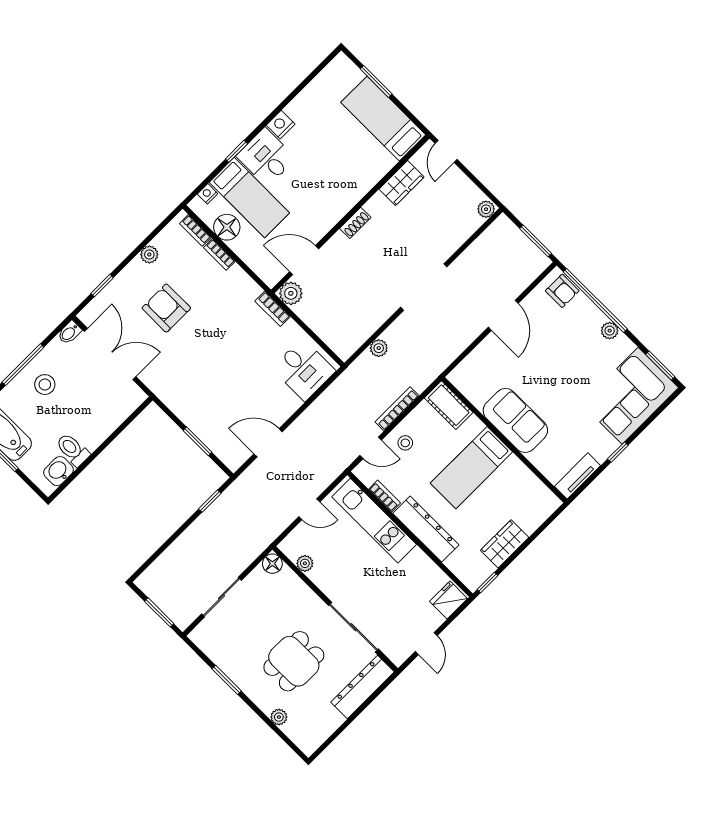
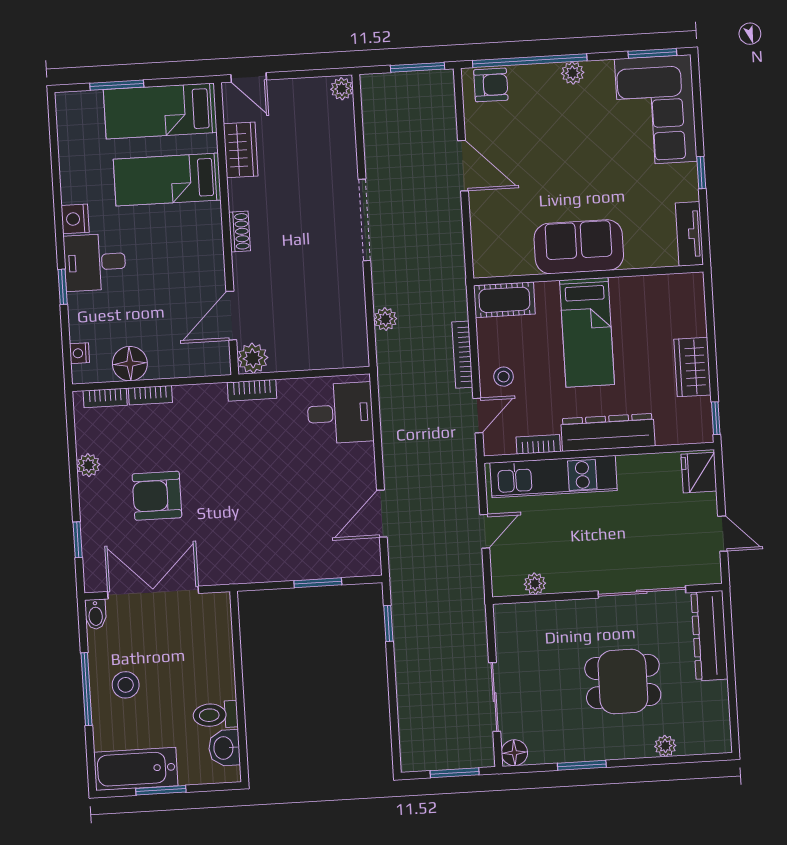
bed: (249, 198) -> (167, 180), moved, turned 180
floor lamp: (272, 564) -> (514, 753), moved
dining table: (294, 661) -> (623, 682), turned 90

